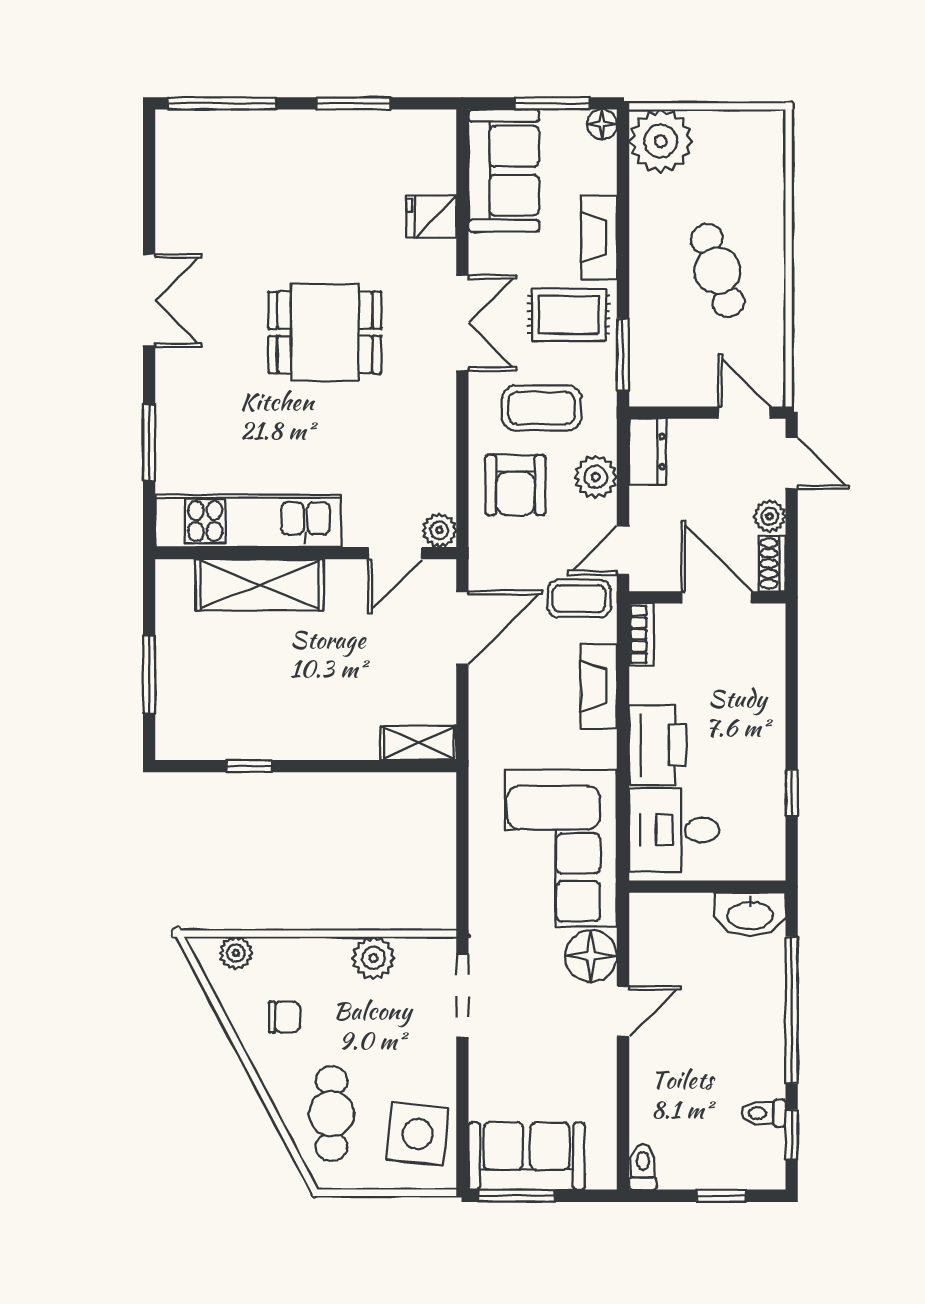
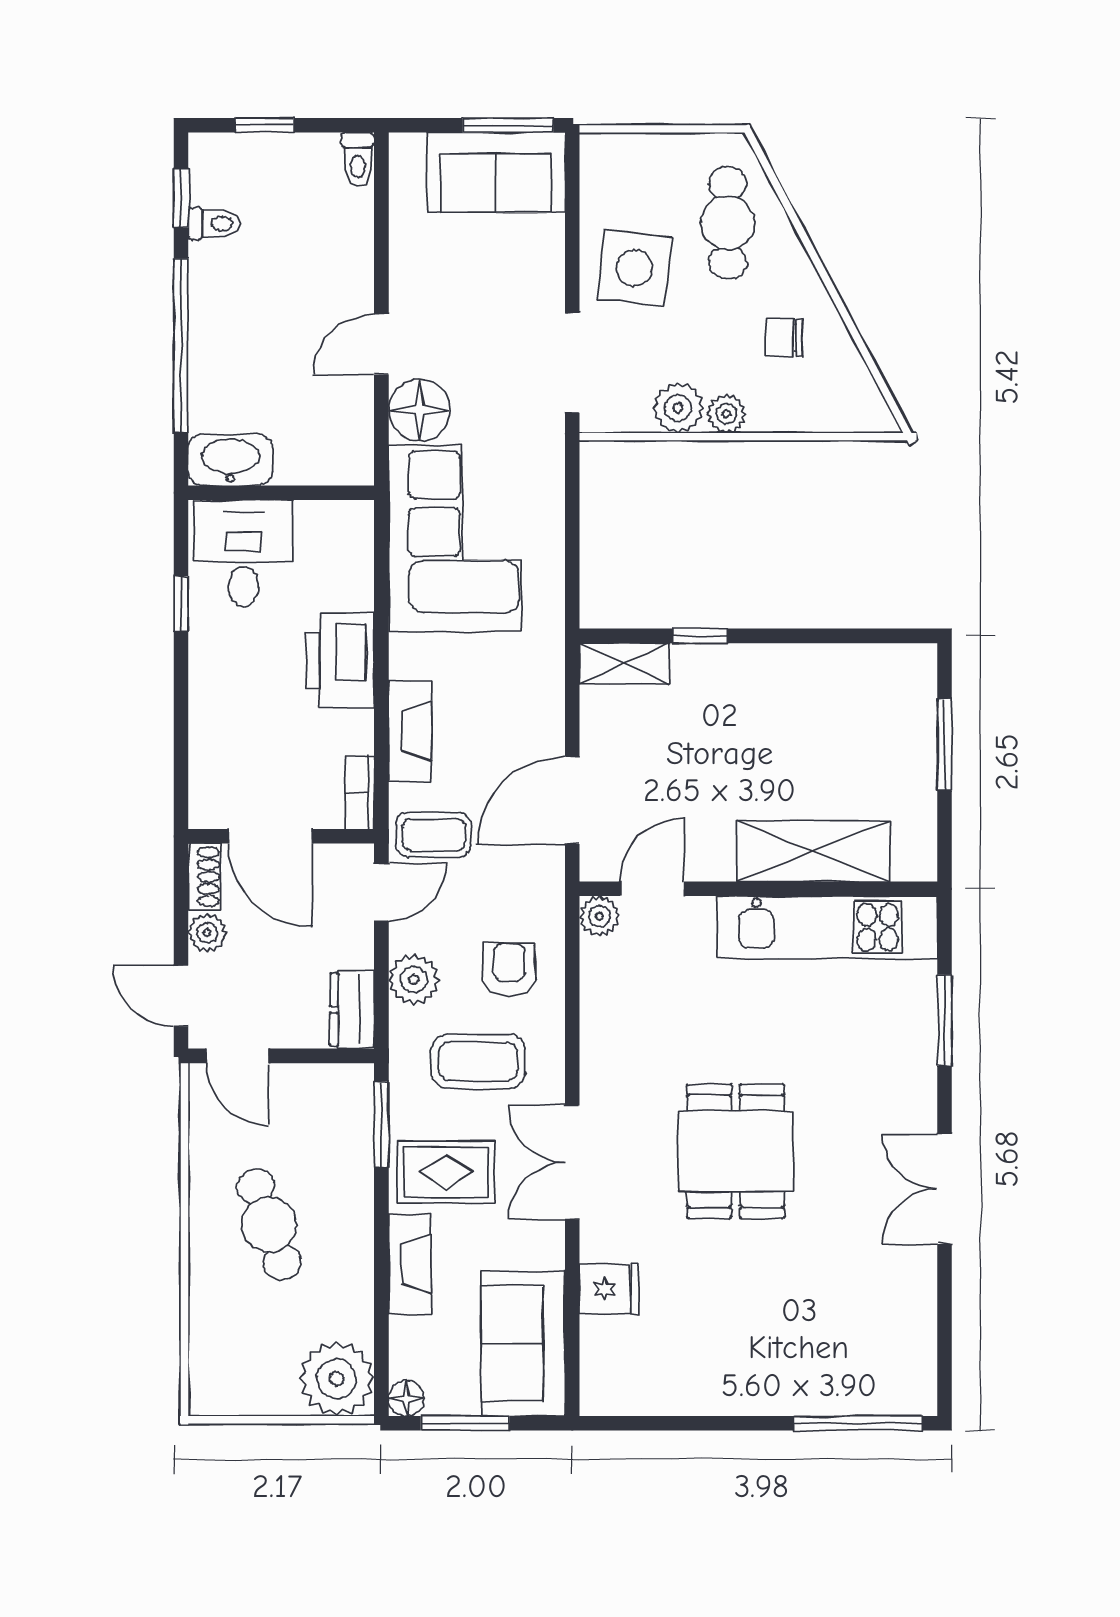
window: (354, 103) -> (701, 1423), removed
dining table: (325, 332) -> (736, 1151), turned 90
armchair: (515, 485) -> (509, 970), width x0.72, depth x0.72
window: (249, 766) -> (700, 636), moved
desk: (674, 830) -> (243, 553), moved, turned -90
plant: (236, 953) -> (726, 414), moved
side table: (418, 1134) -> (634, 268), moved

